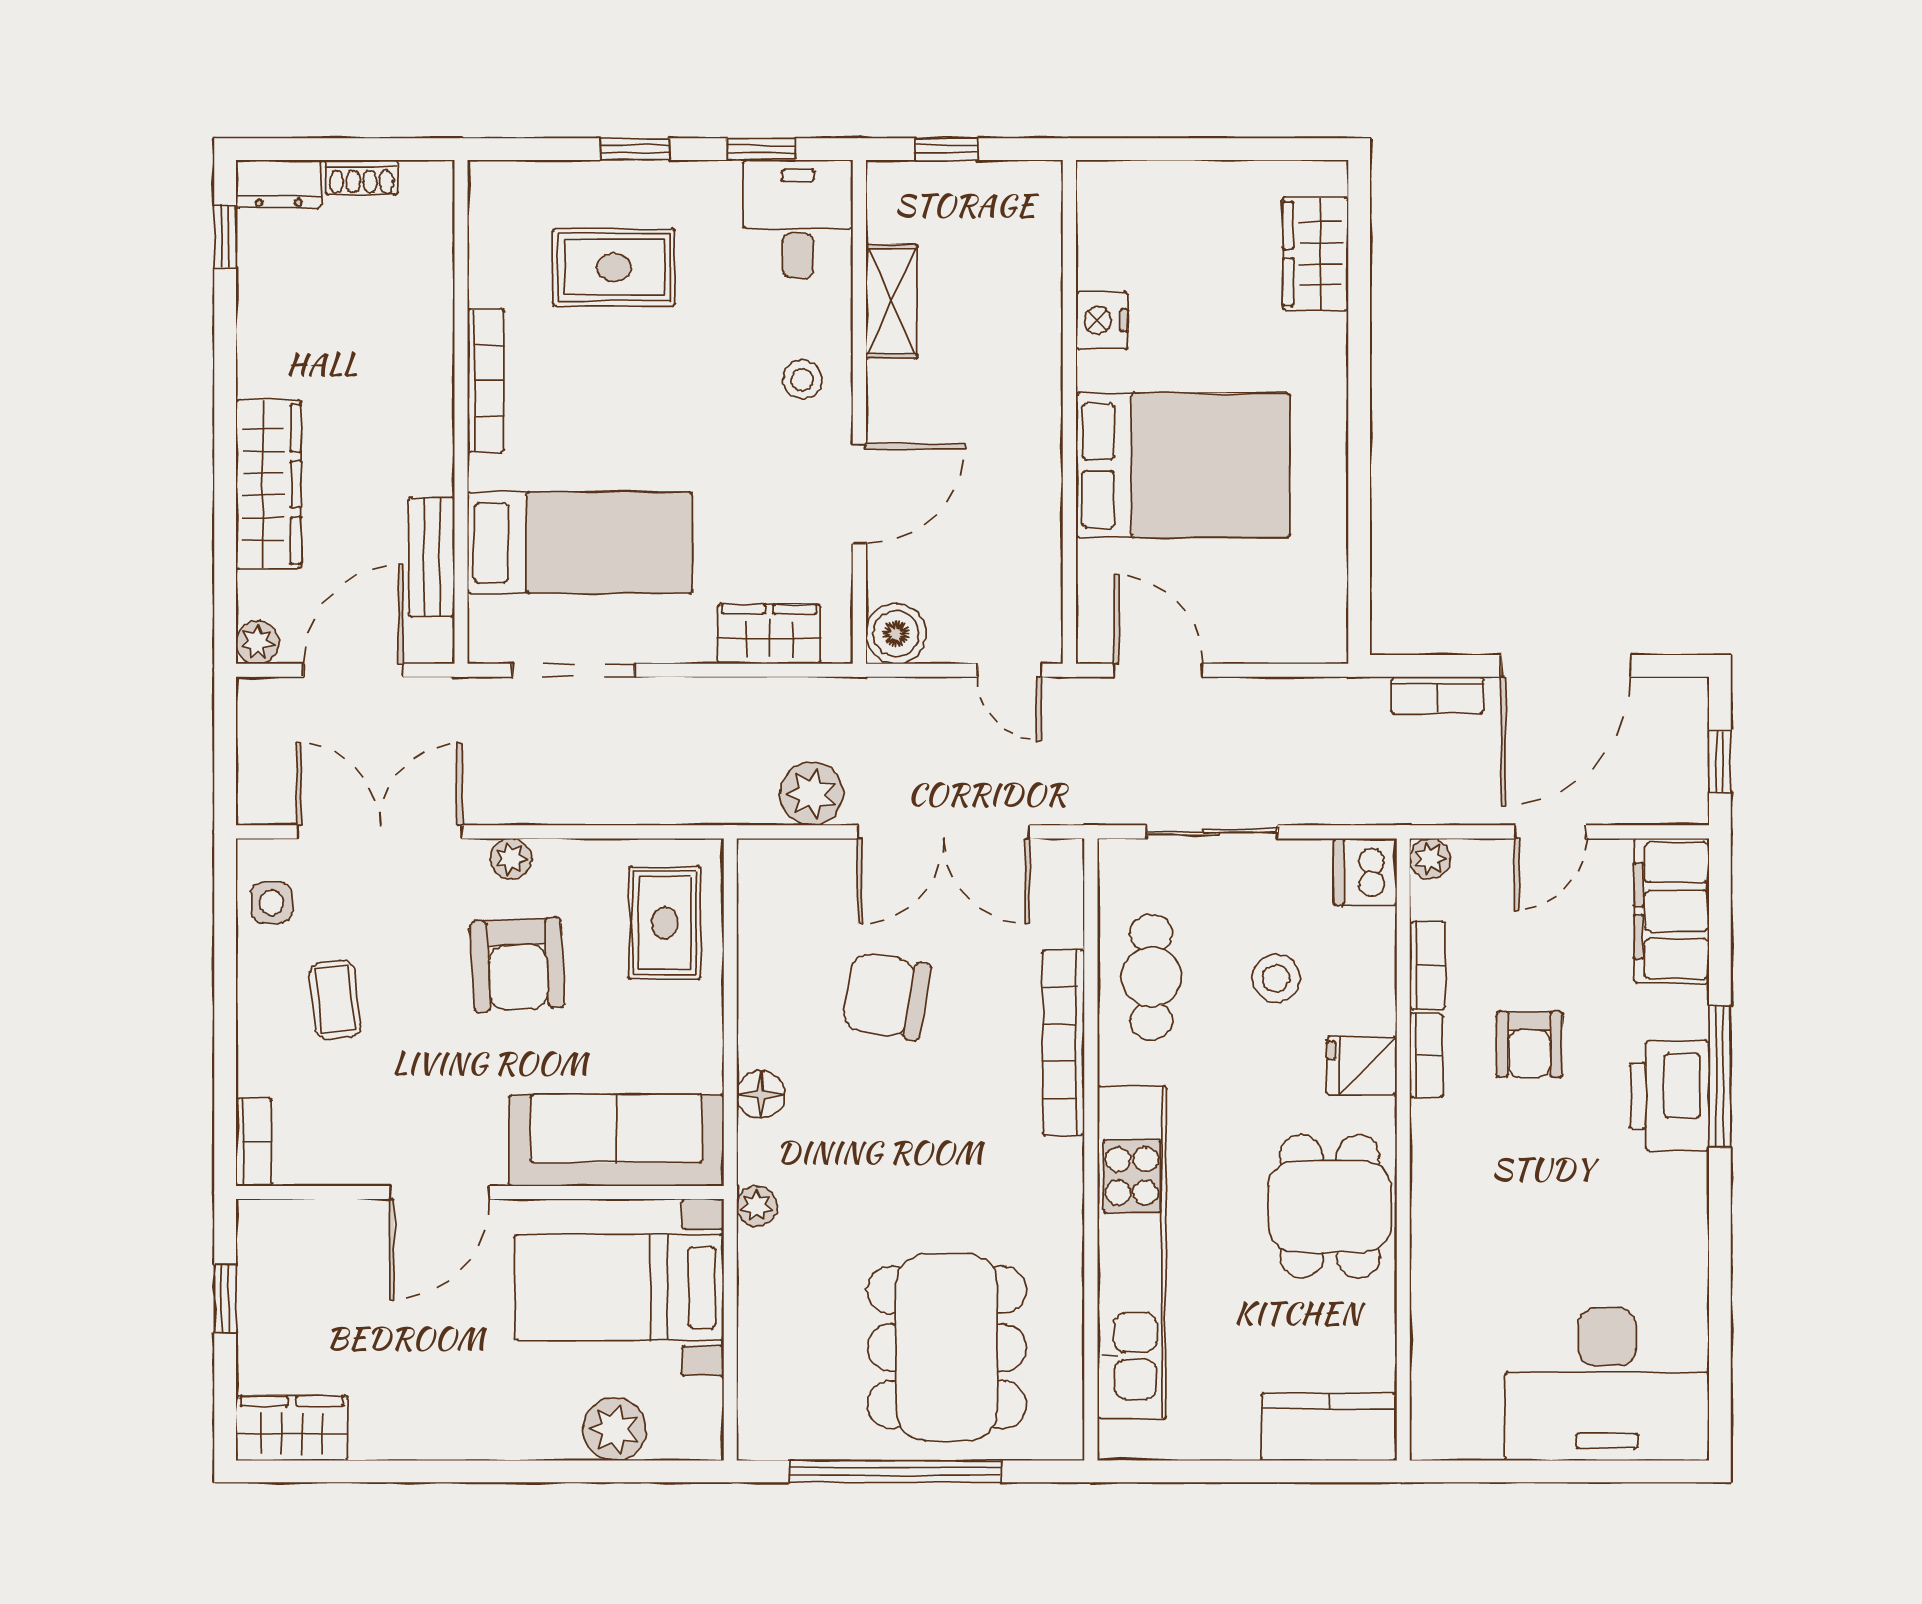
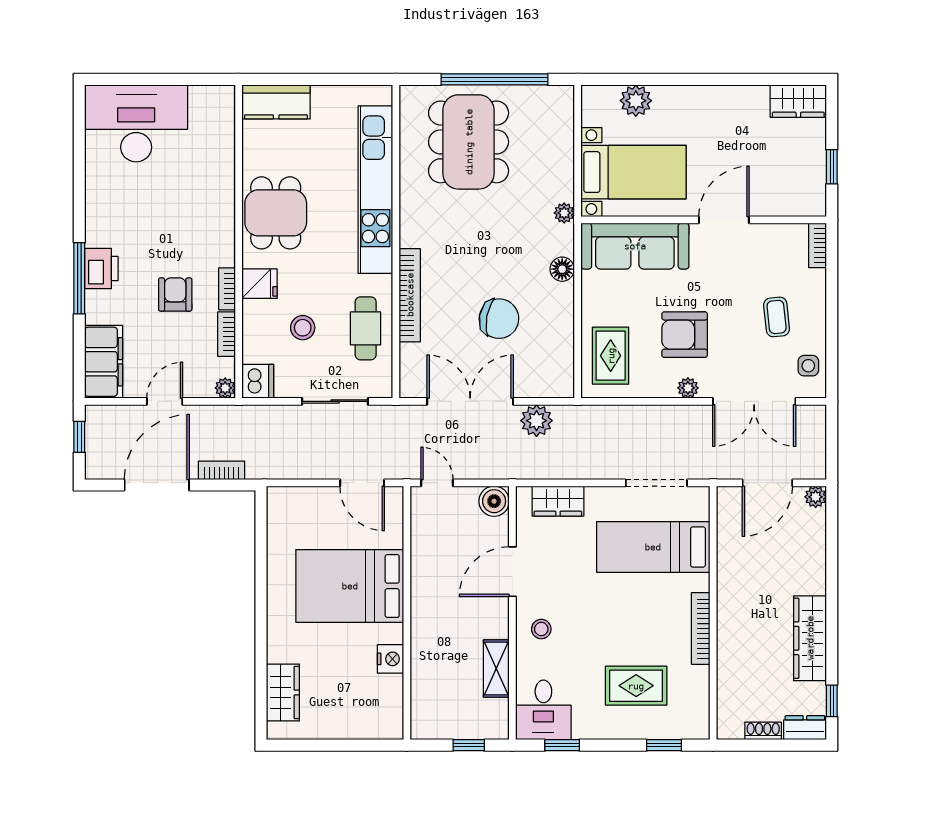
window: (635, 149) -> (664, 745), moved
wardrobe: (269, 484) -> (810, 638), moved
bench: (432, 557) -> (728, 540), removed
armchair: (518, 965) -> (685, 335), turned -87
printer: (1670, 1096) -> (101, 269), width x0.73, depth x0.84

